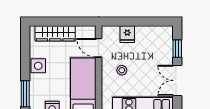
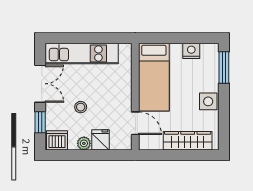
plant: (141, 31) -> (84, 143), added
dishwasher: (163, 34) -> (57, 140), added
stool: (122, 70) -> (81, 107), moved

